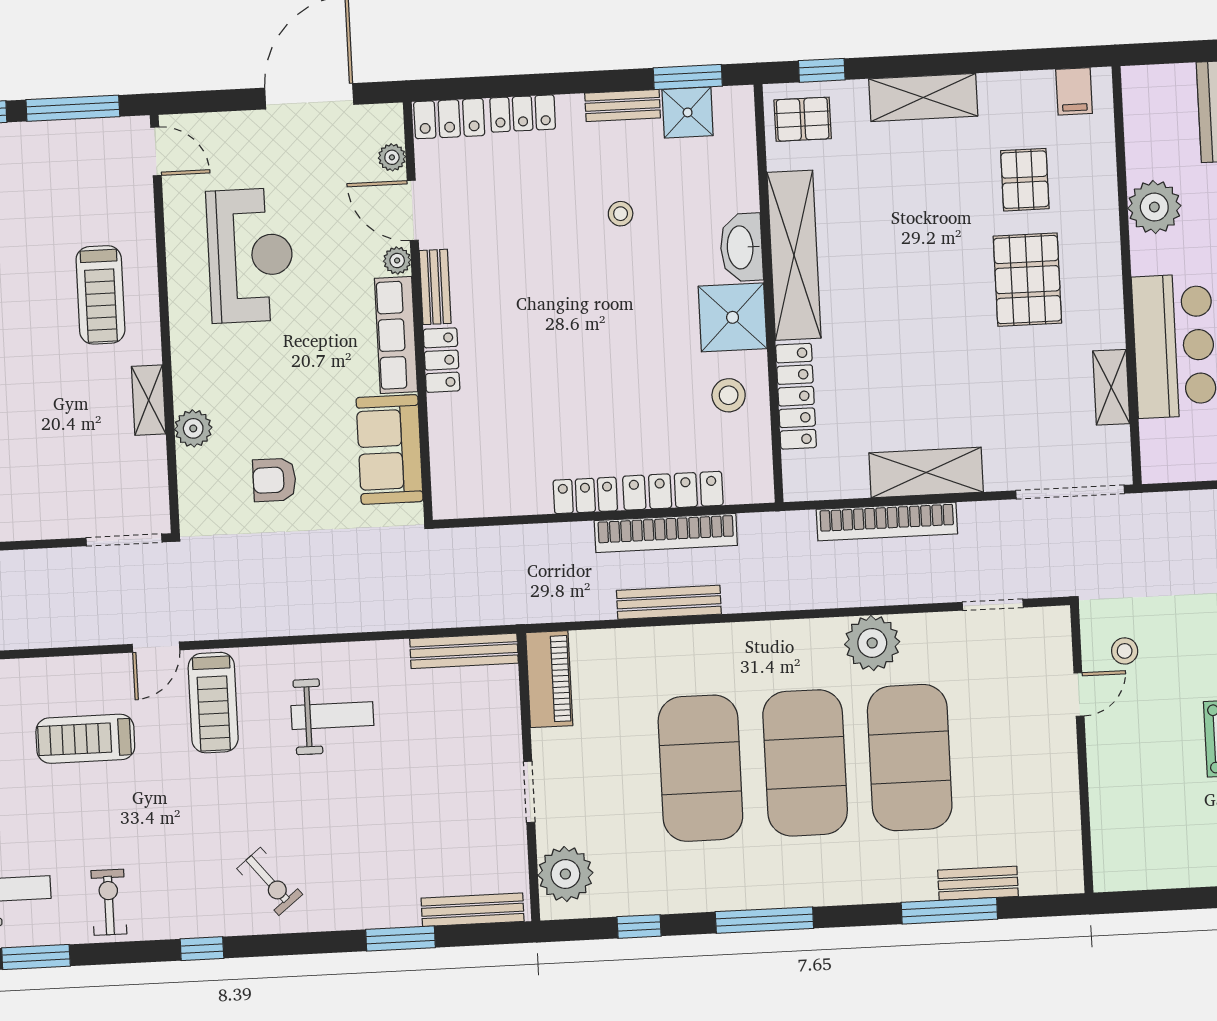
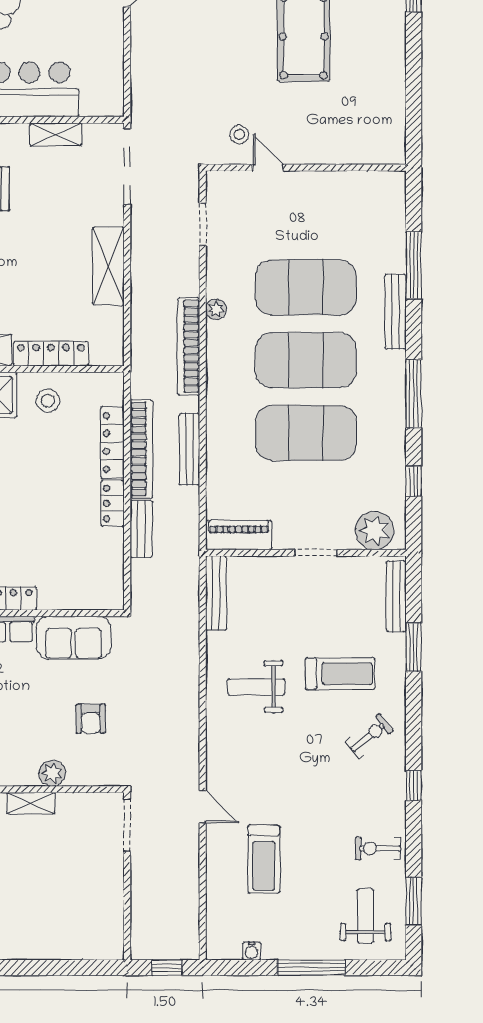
bookcase: (887, 522) -> (189, 346), moved, turned 180
bench: (551, 538) -> (141, 529), added
plant: (872, 643) -> (216, 309), width x0.53, depth x0.53
treadmill: (213, 703) -> (340, 674), moved
weight bench: (332, 716) -> (256, 687), turned -90
bench: (978, 883) -> (395, 312), moved, width x1.36

